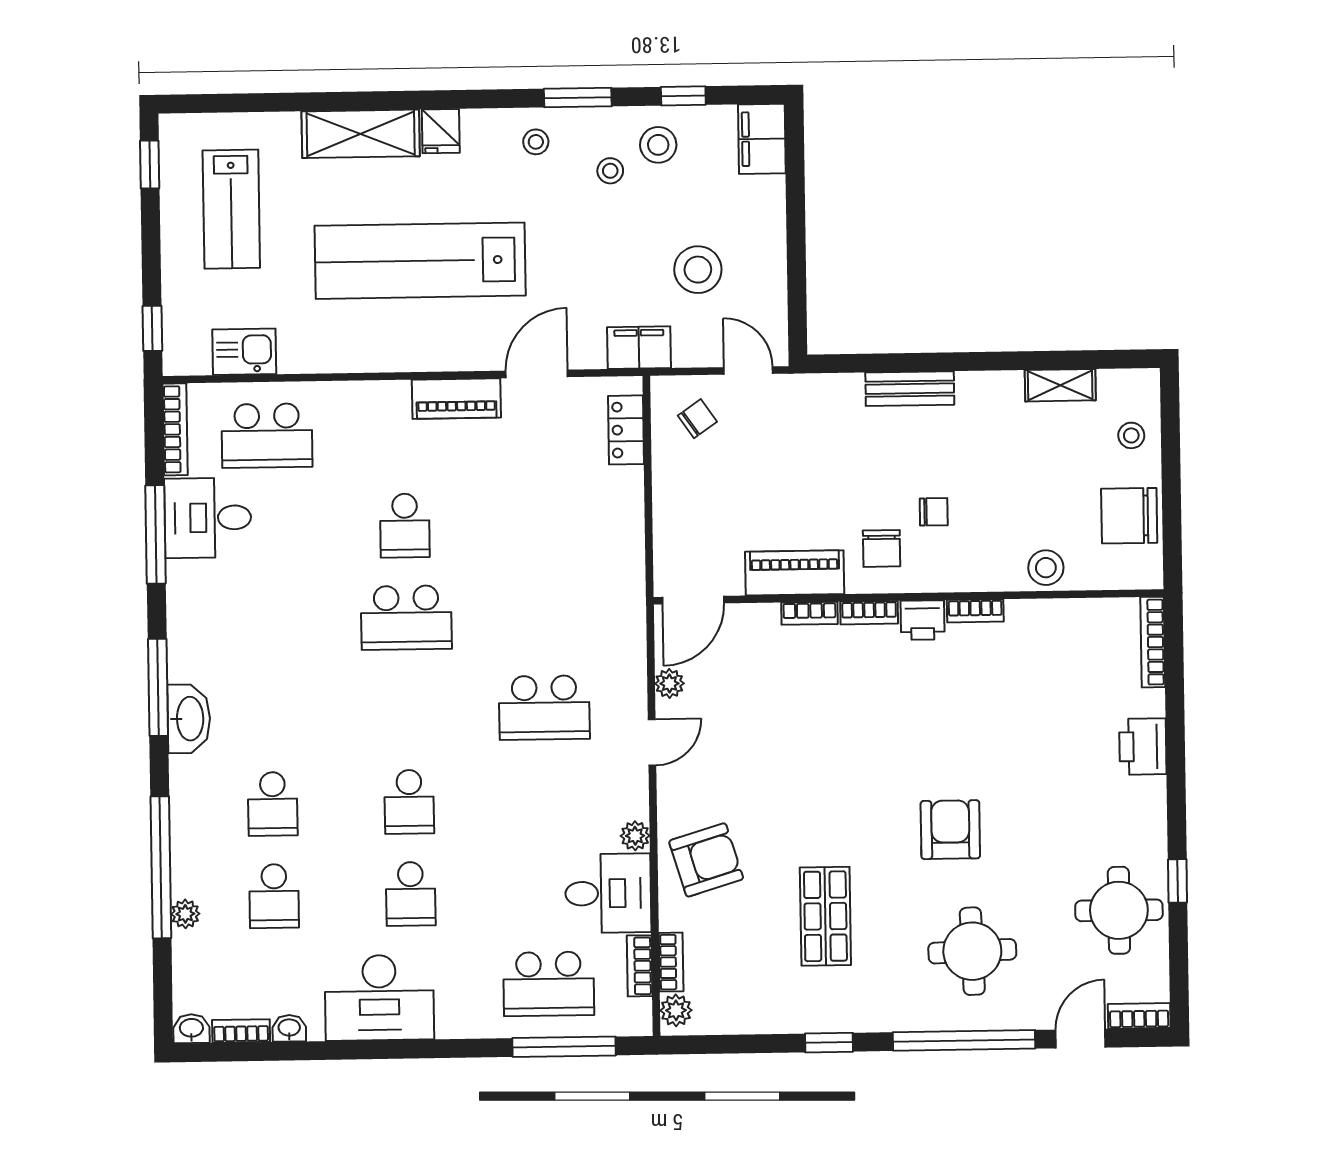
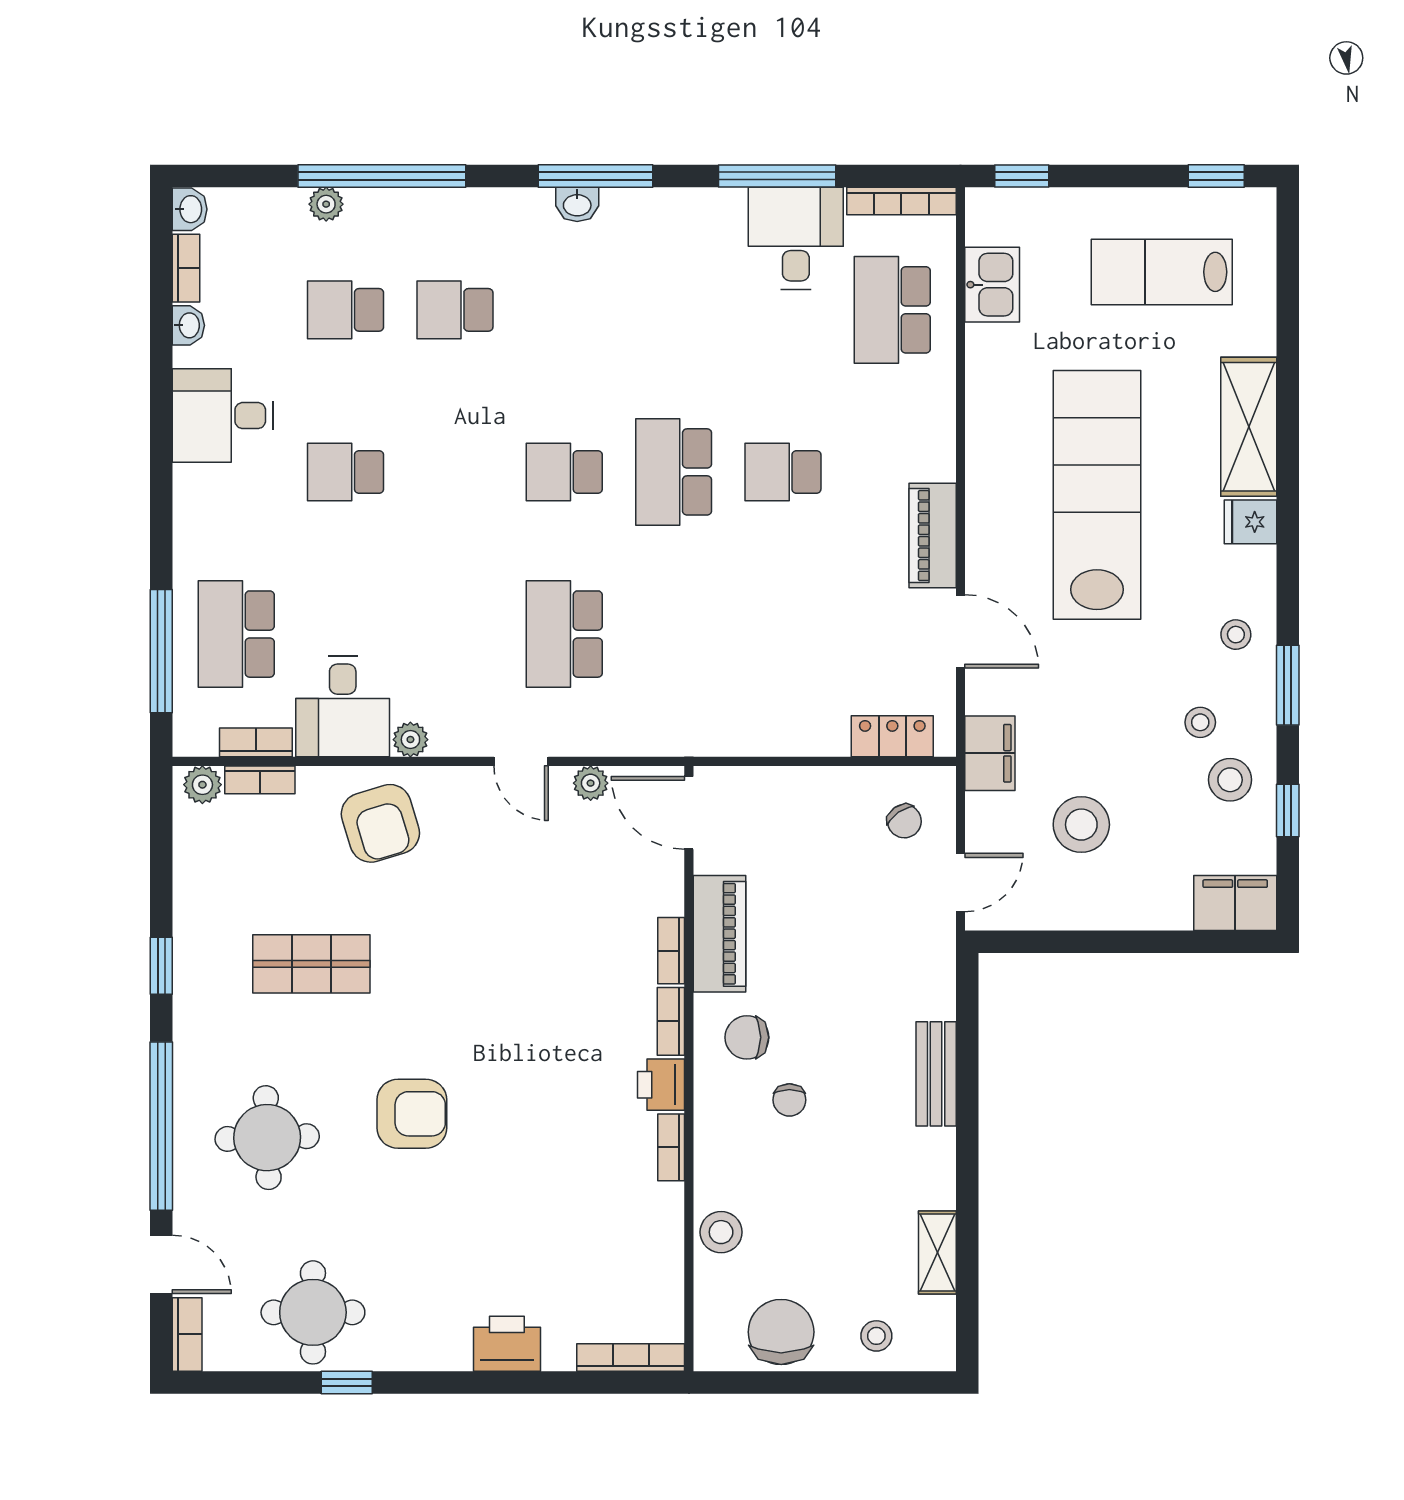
washbasin: (189, 719) -> (577, 204), width x0.52, depth x0.69
school desk: (409, 802) -> (564, 472), moved
desk: (379, 998) -> (223, 416), width x0.73

